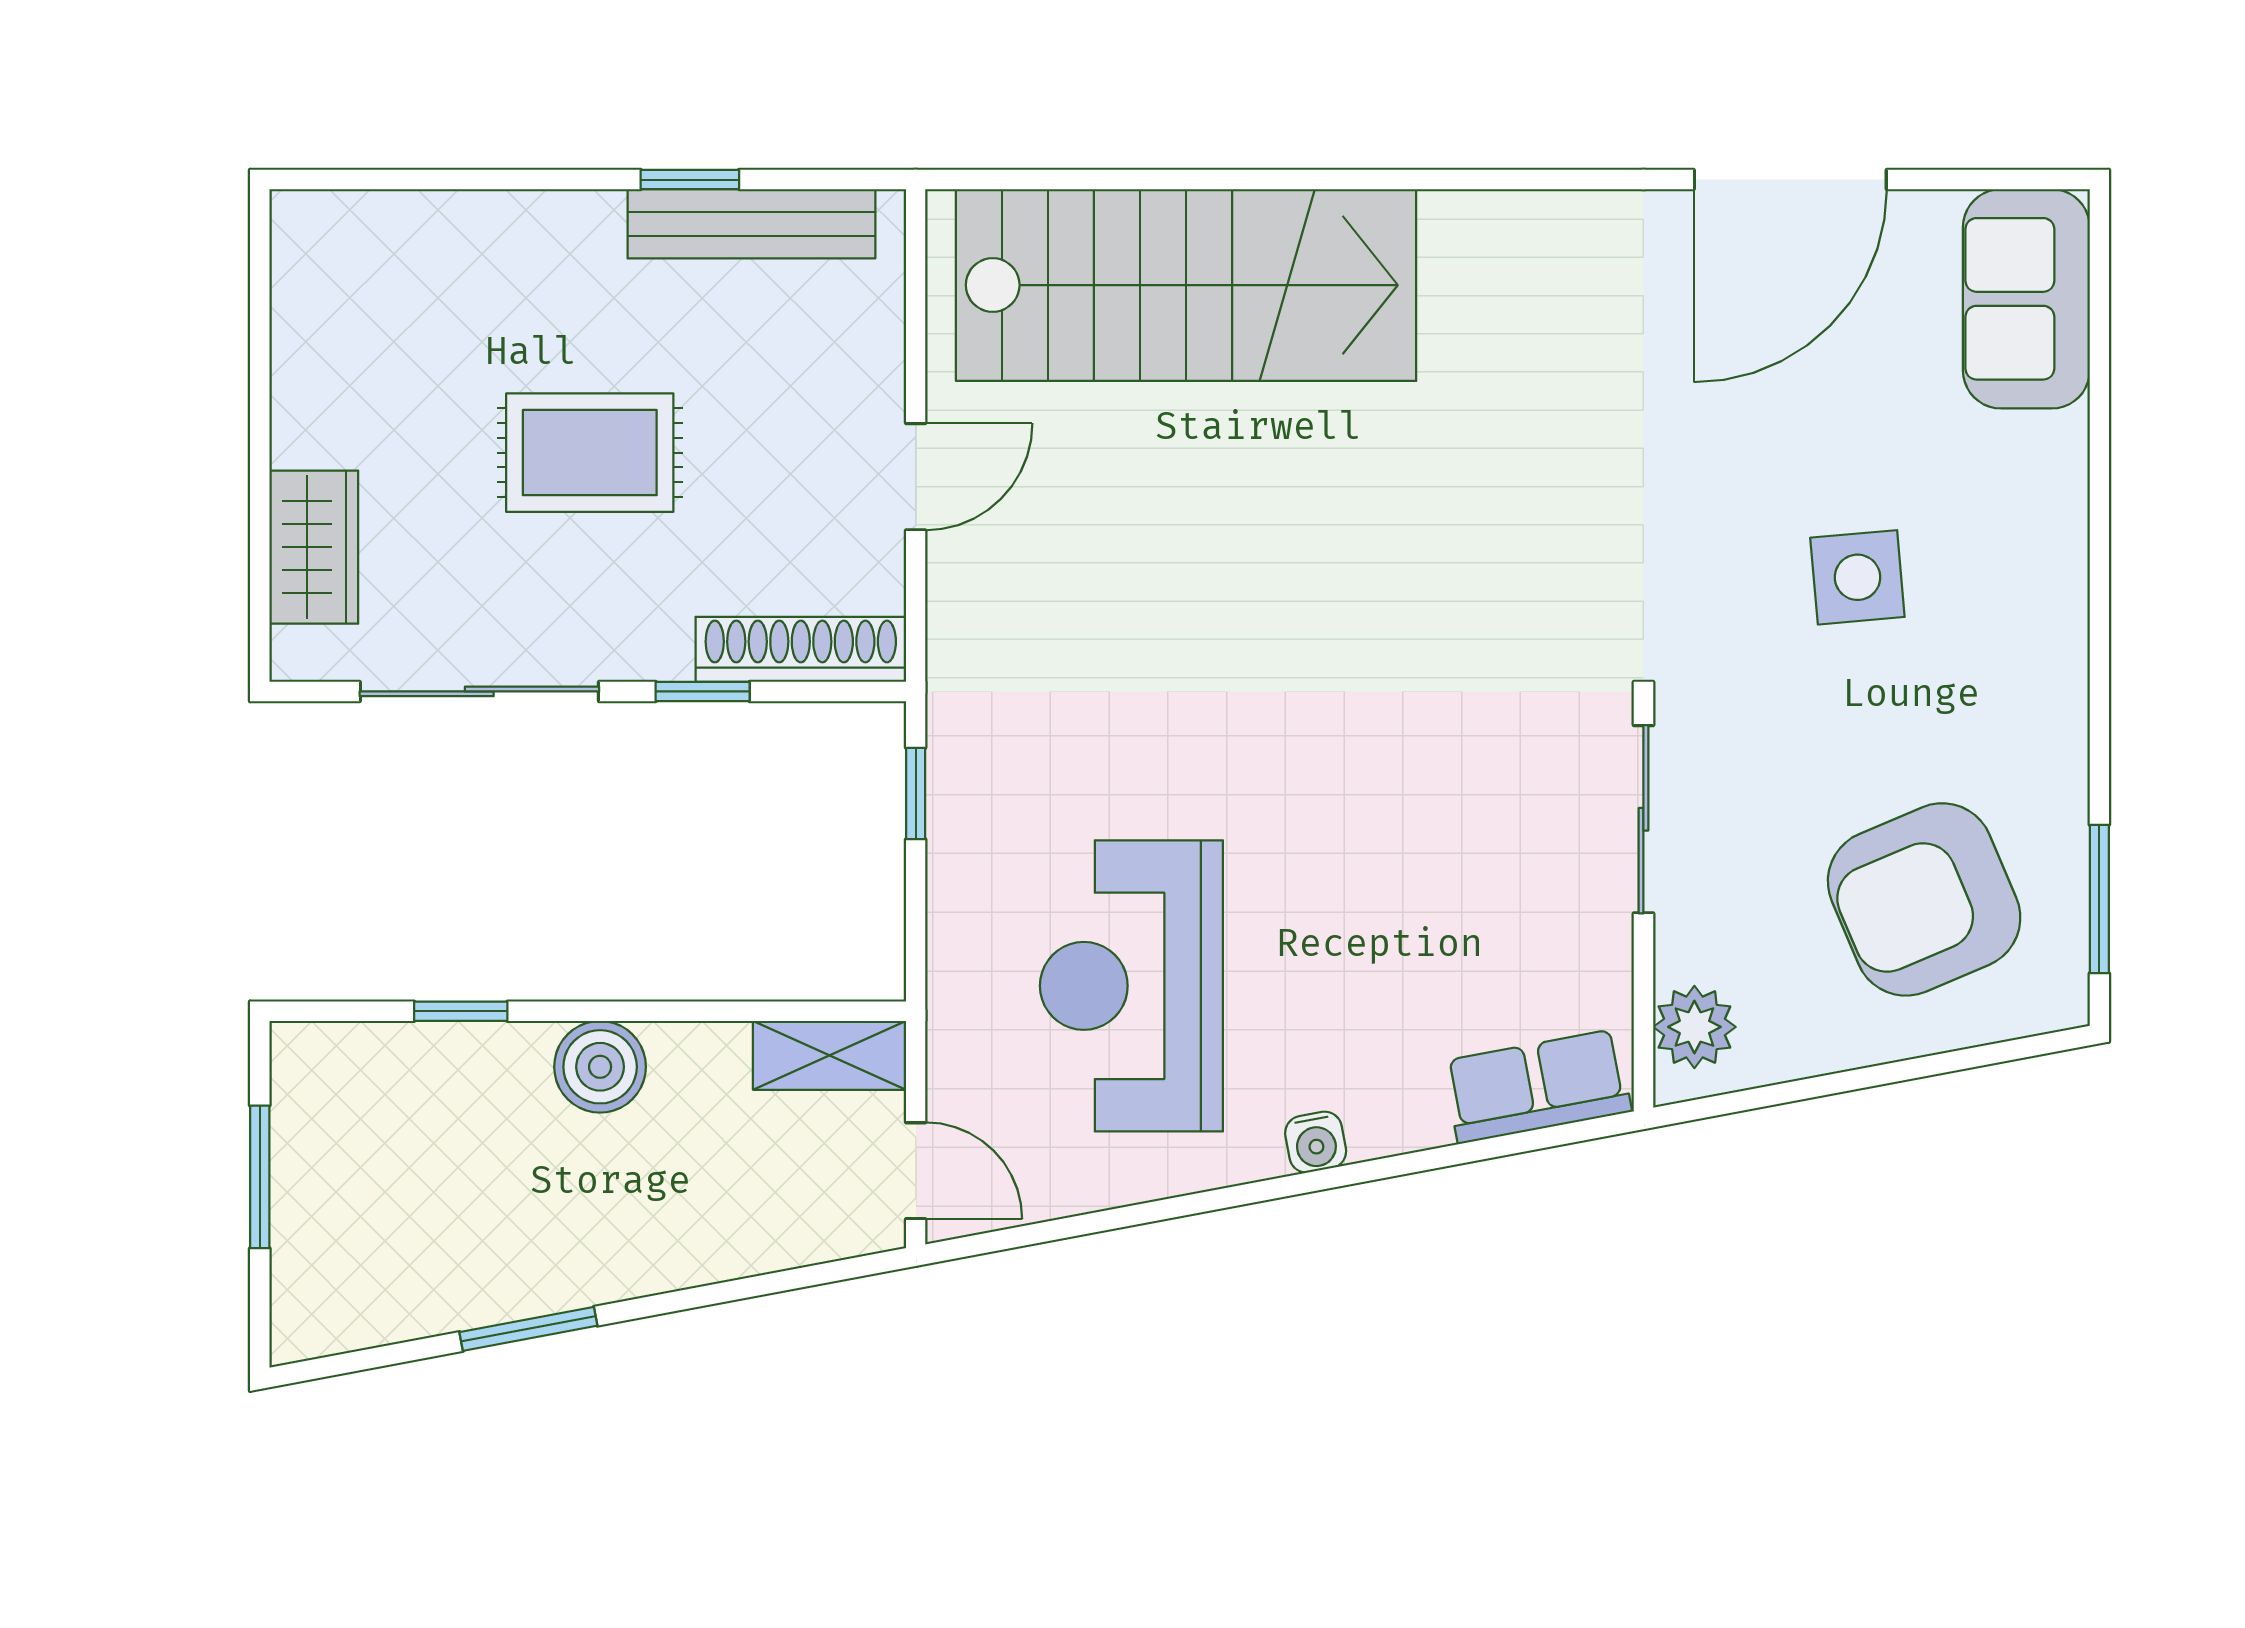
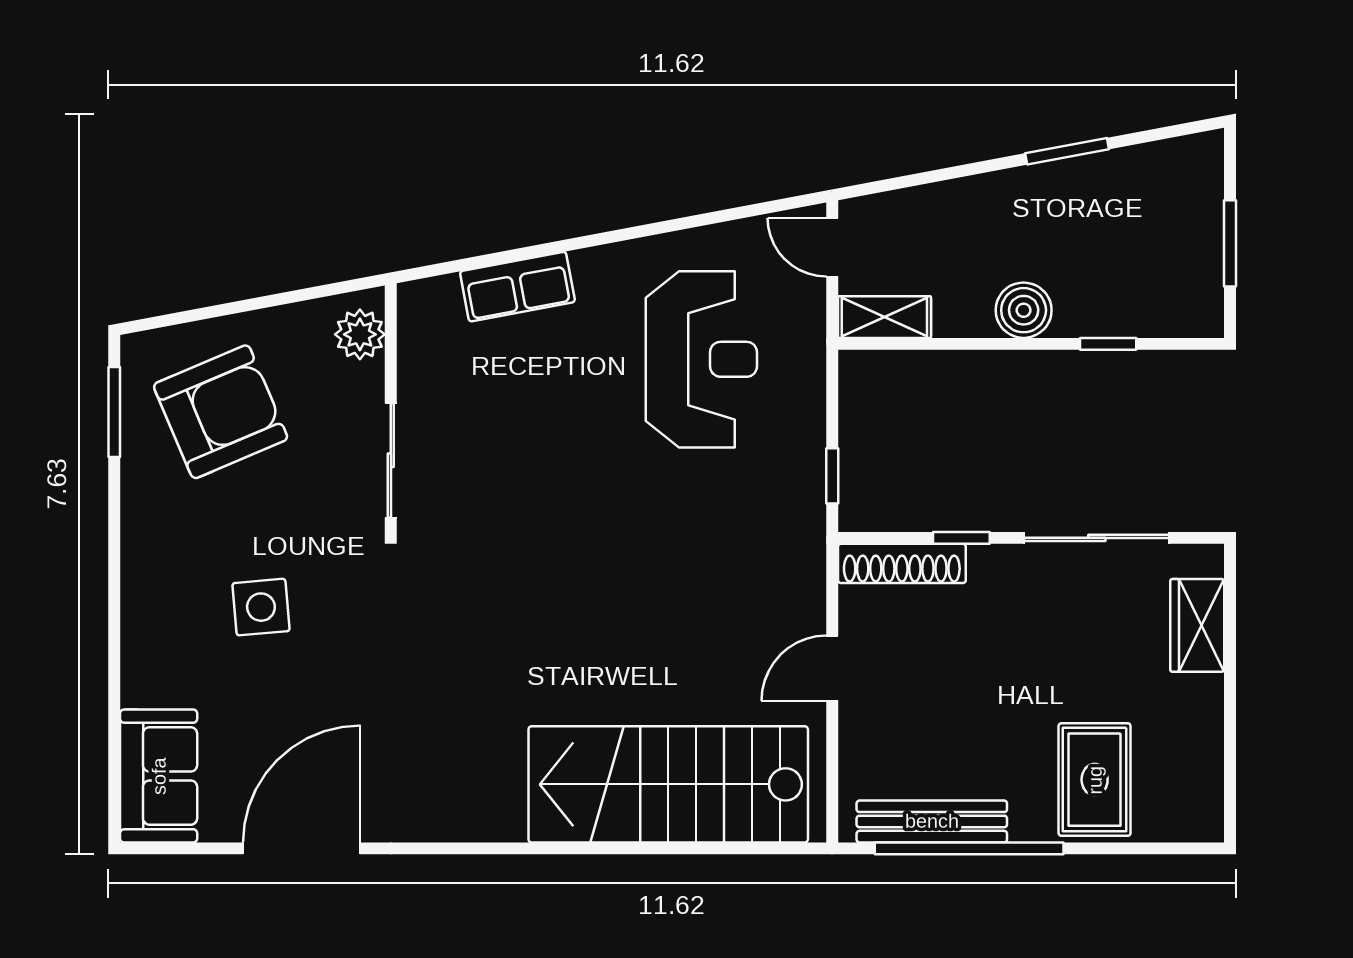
window: (690, 180) -> (969, 848), width x3.17
rug: (590, 453) -> (1095, 780), moved, turned 90
row of seats: (1537, 1086) -> (517, 287), moved
water cooler: (1316, 1142) -> (590, 265), removed

